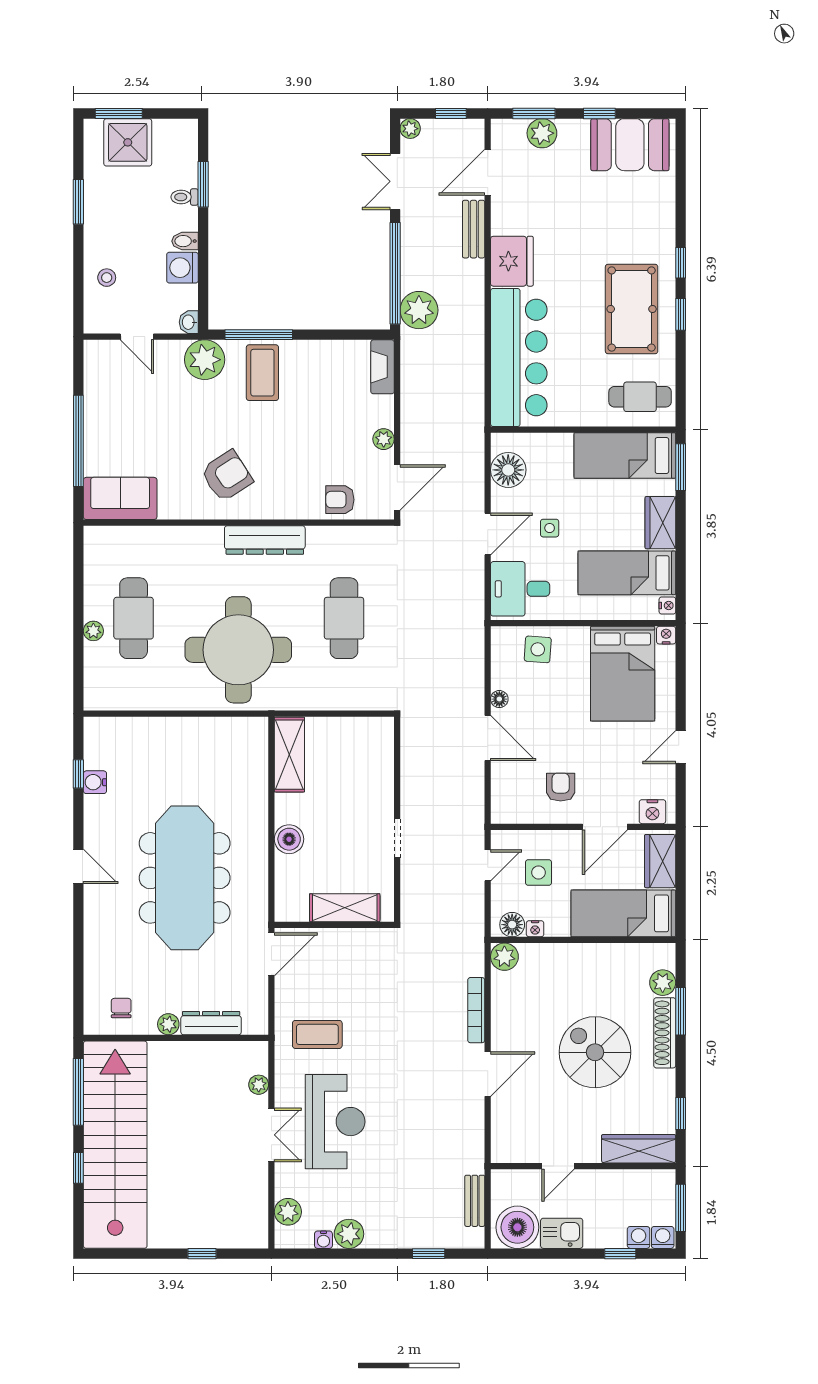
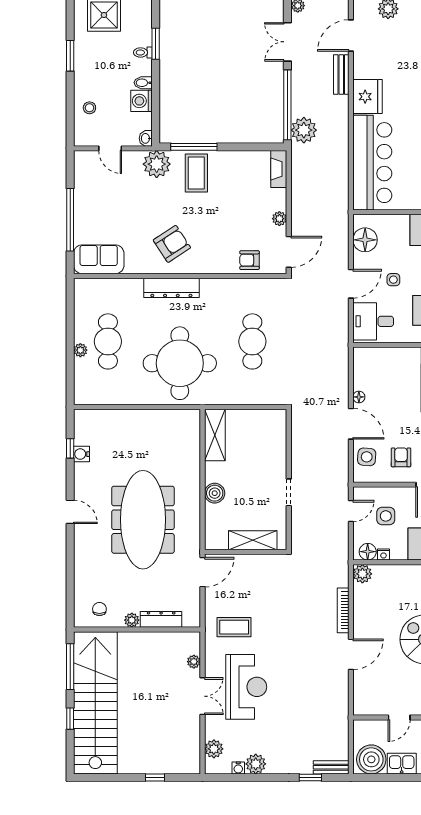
dresser: (265, 540) -> (171, 288), moved
side table: (538, 649) -> (367, 457), moved
bench: (475, 1201) -> (331, 767), moved, turned 90

